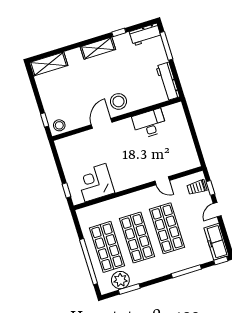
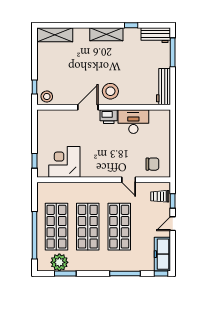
printer: (124, 126) -> (109, 117), added
chair: (180, 159) -> (152, 164), added

